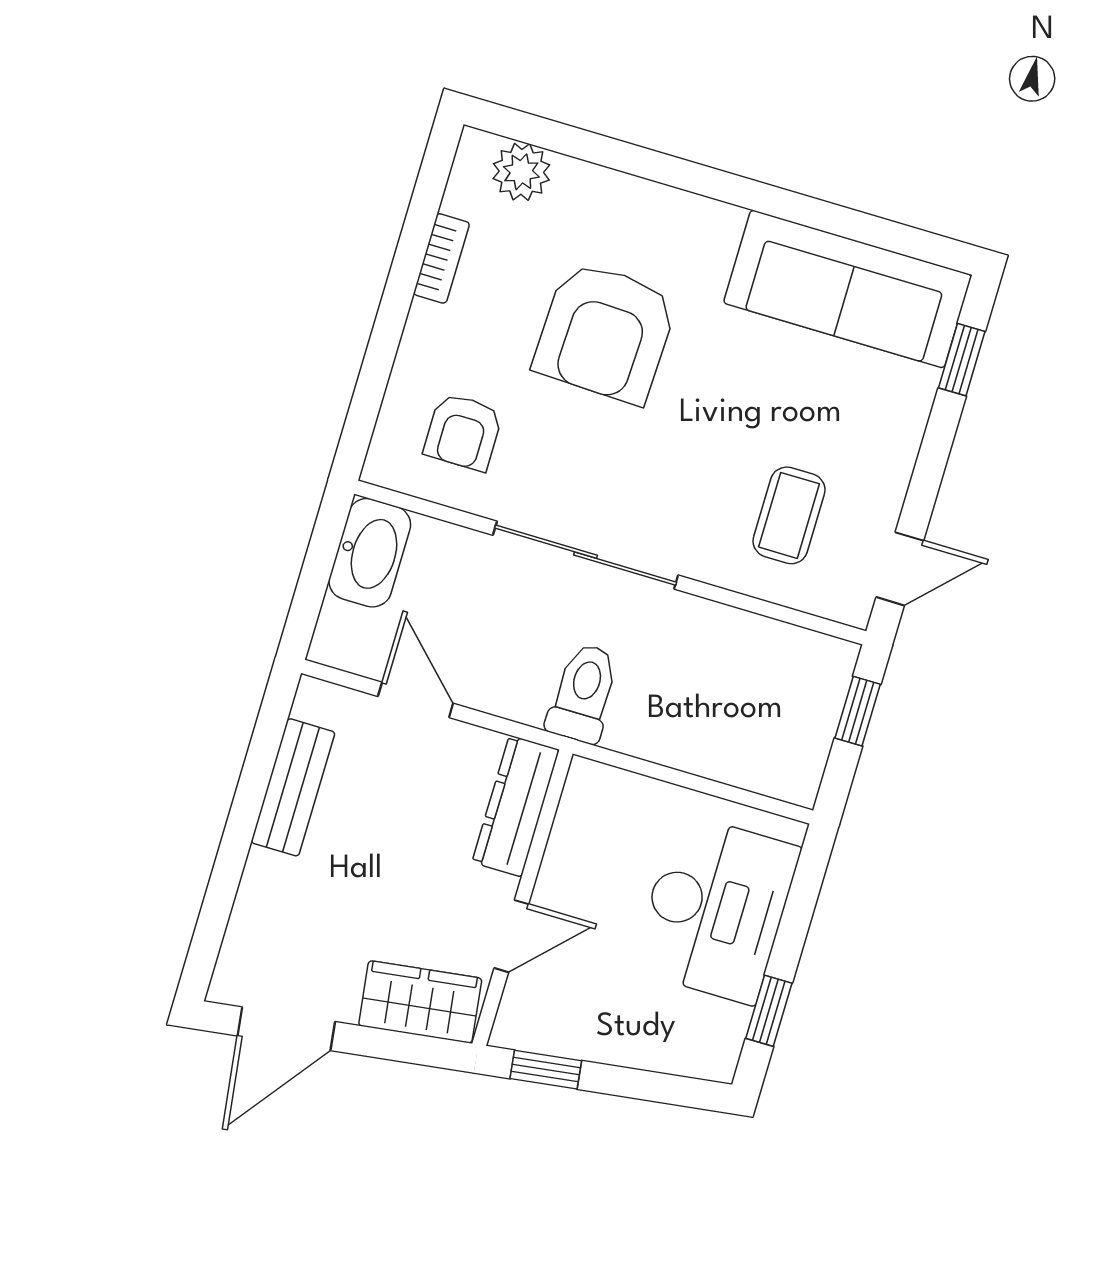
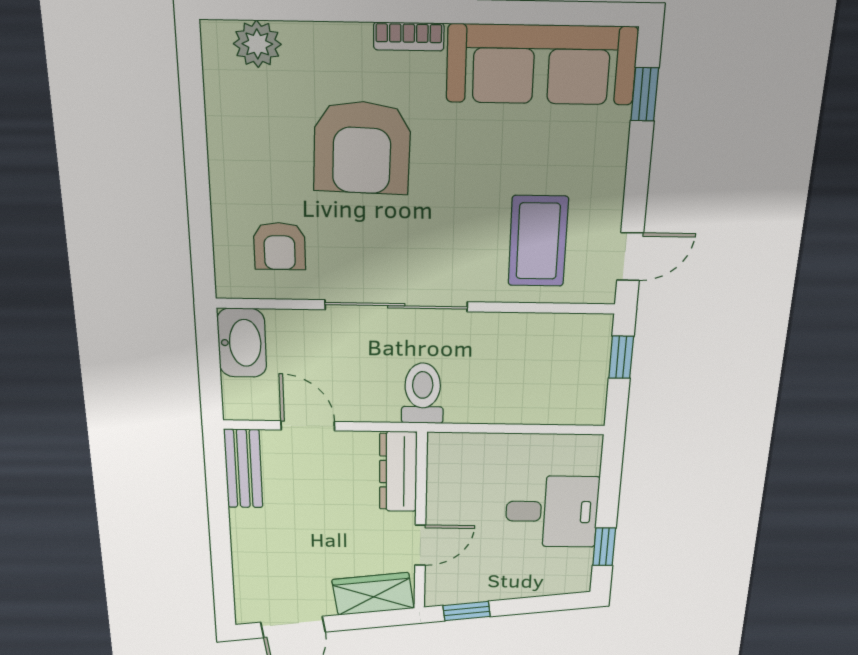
bookcase: (441, 258) -> (409, 37), moved, turned 90
coffee table: (789, 515) -> (538, 241), width x1.36, depth x1.30
bench: (293, 787) -> (243, 469), moved
desk: (716, 909) -> (552, 512), width x0.73

